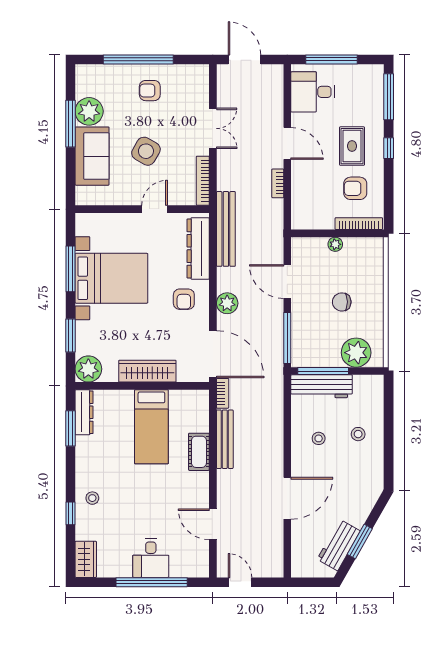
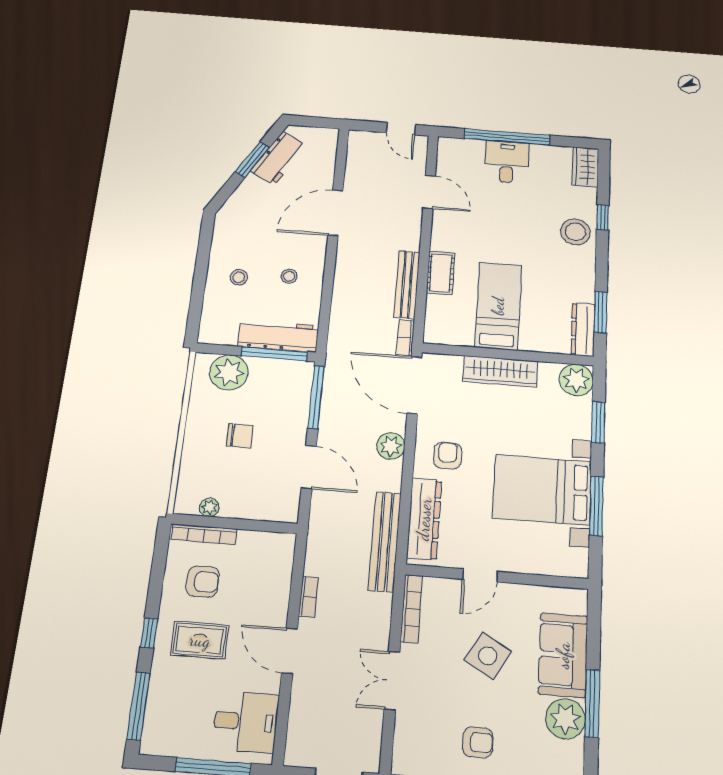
rug: (352, 146) -> (200, 640), turned 90
plant: (335, 244) -> (209, 507), moved
stool: (92, 498) -> (575, 232), width x1.89, depth x1.89

